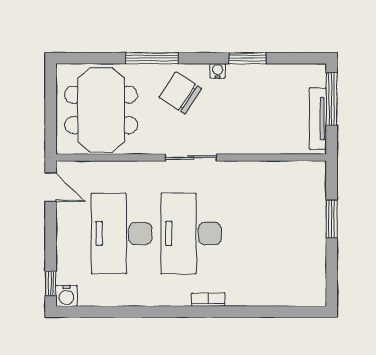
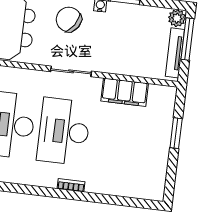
plant: (315, 75) -> (177, 18), added
filing cabinet: (261, 175) -> (125, 92), added

